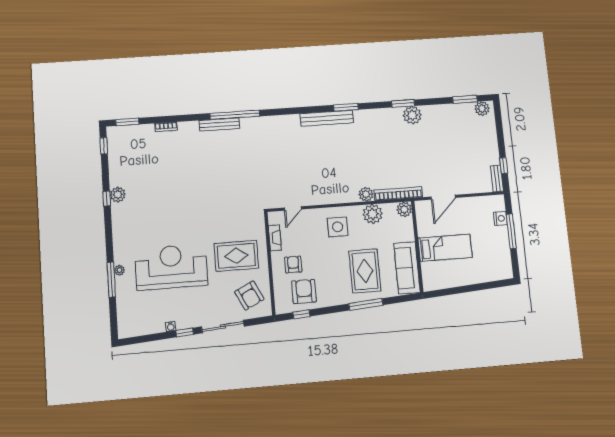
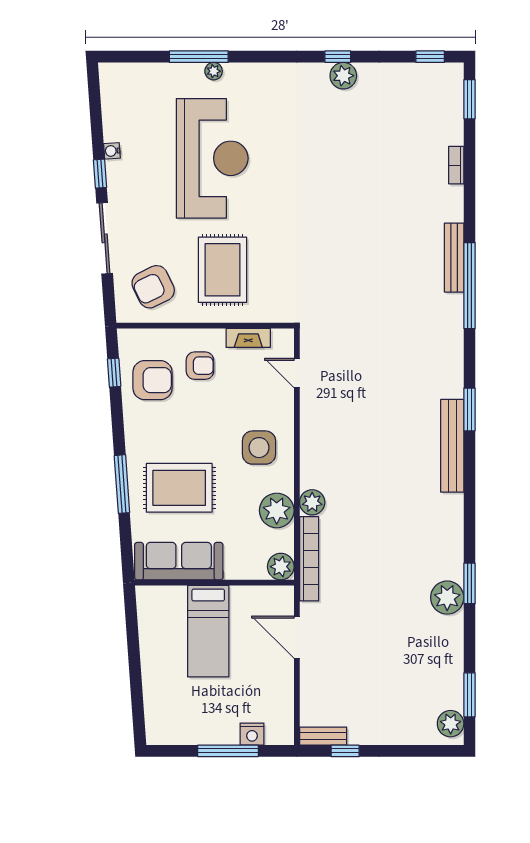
window: (346, 107) -> (469, 409), moved

